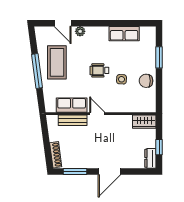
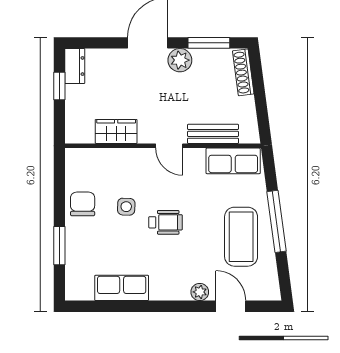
chair: (146, 81) -> (83, 204), turned -90
row of seats: (72, 105) -> (233, 161), moved
wardrobe: (144, 122) -> (116, 131), moved
plant: (91, 162) -> (180, 60), added

